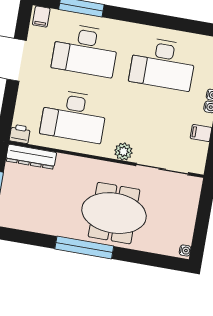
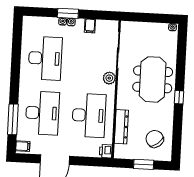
dresser: (31, 157) -> (121, 127), moved
chair: (29, 206) -> (155, 139), added
window: (84, 248) -> (179, 97), width x0.32

